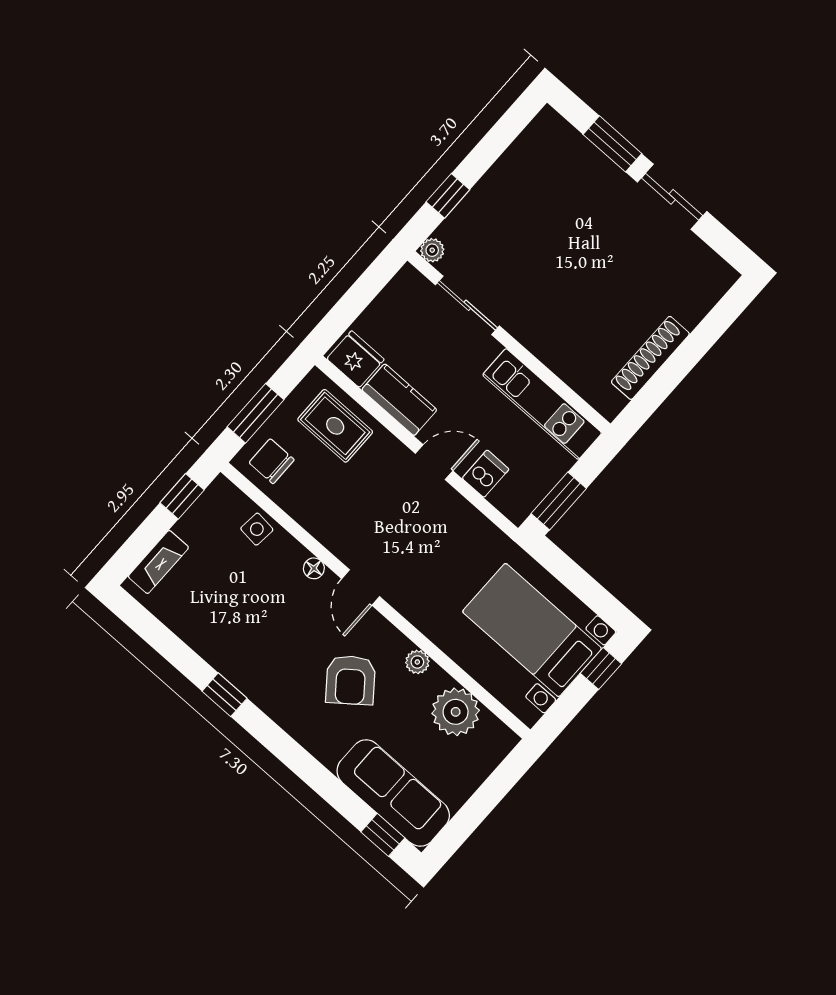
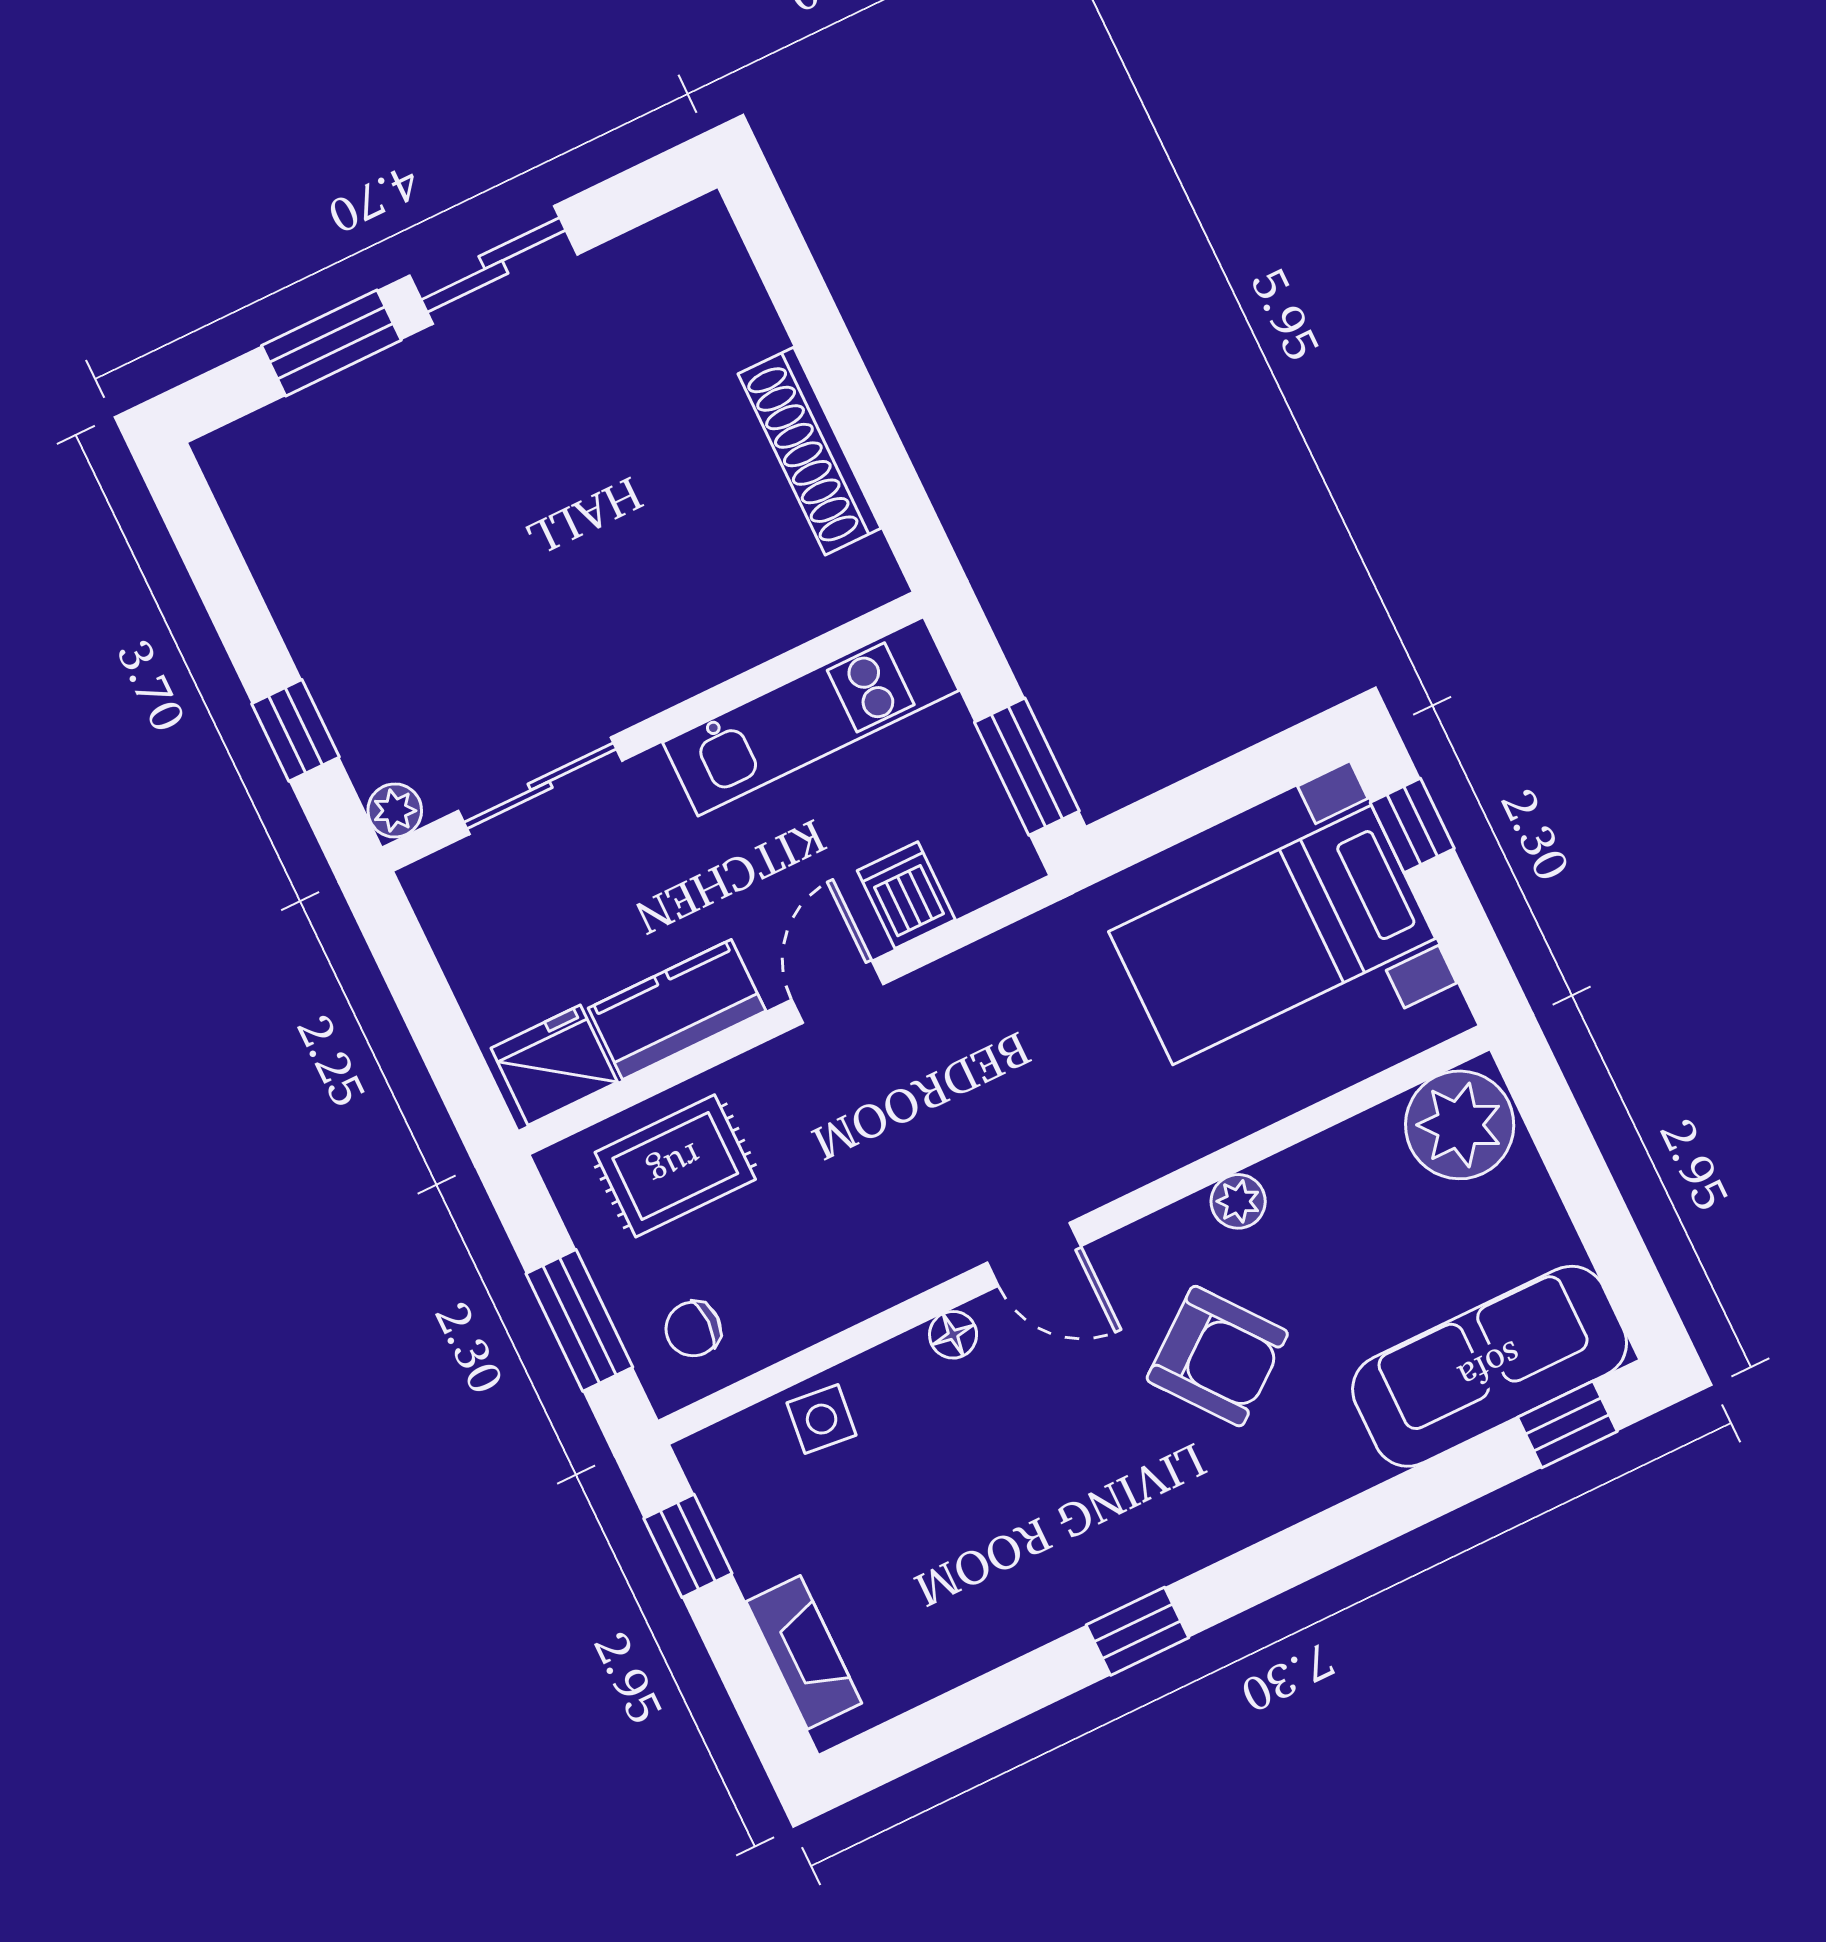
chair: (272, 461) -> (693, 1329), width x0.73, depth x0.73
plant: (456, 712) -> (1460, 1125), moved

